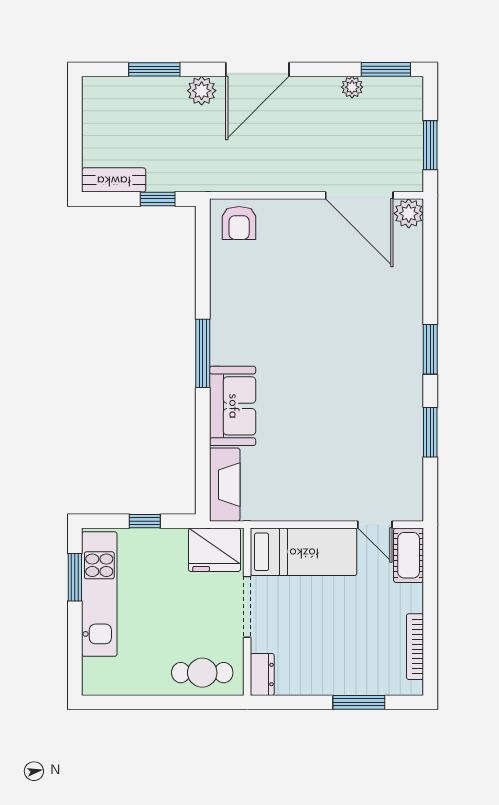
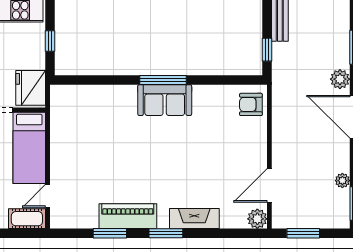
door: (359, 195) -> (269, 185), width x0.73
sofa: (233, 406) -> (165, 100), moved
piano: (405, 406) -> (128, 216), added
fireplace: (225, 485) -> (194, 219), moved, turned 180

